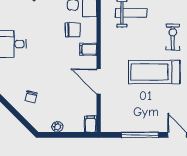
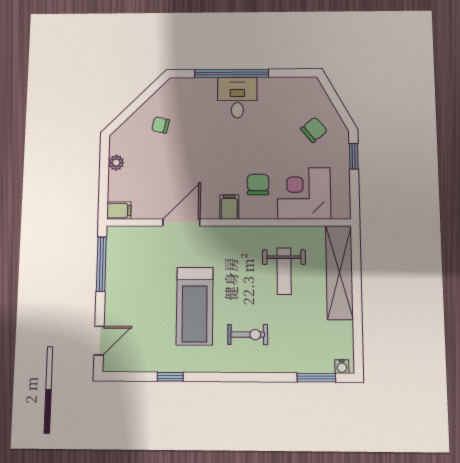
chair: (73, 30) -> (258, 184), turned 180
treadmill: (154, 72) -> (195, 306), turned 180
window: (140, 135) -> (101, 264), moved

